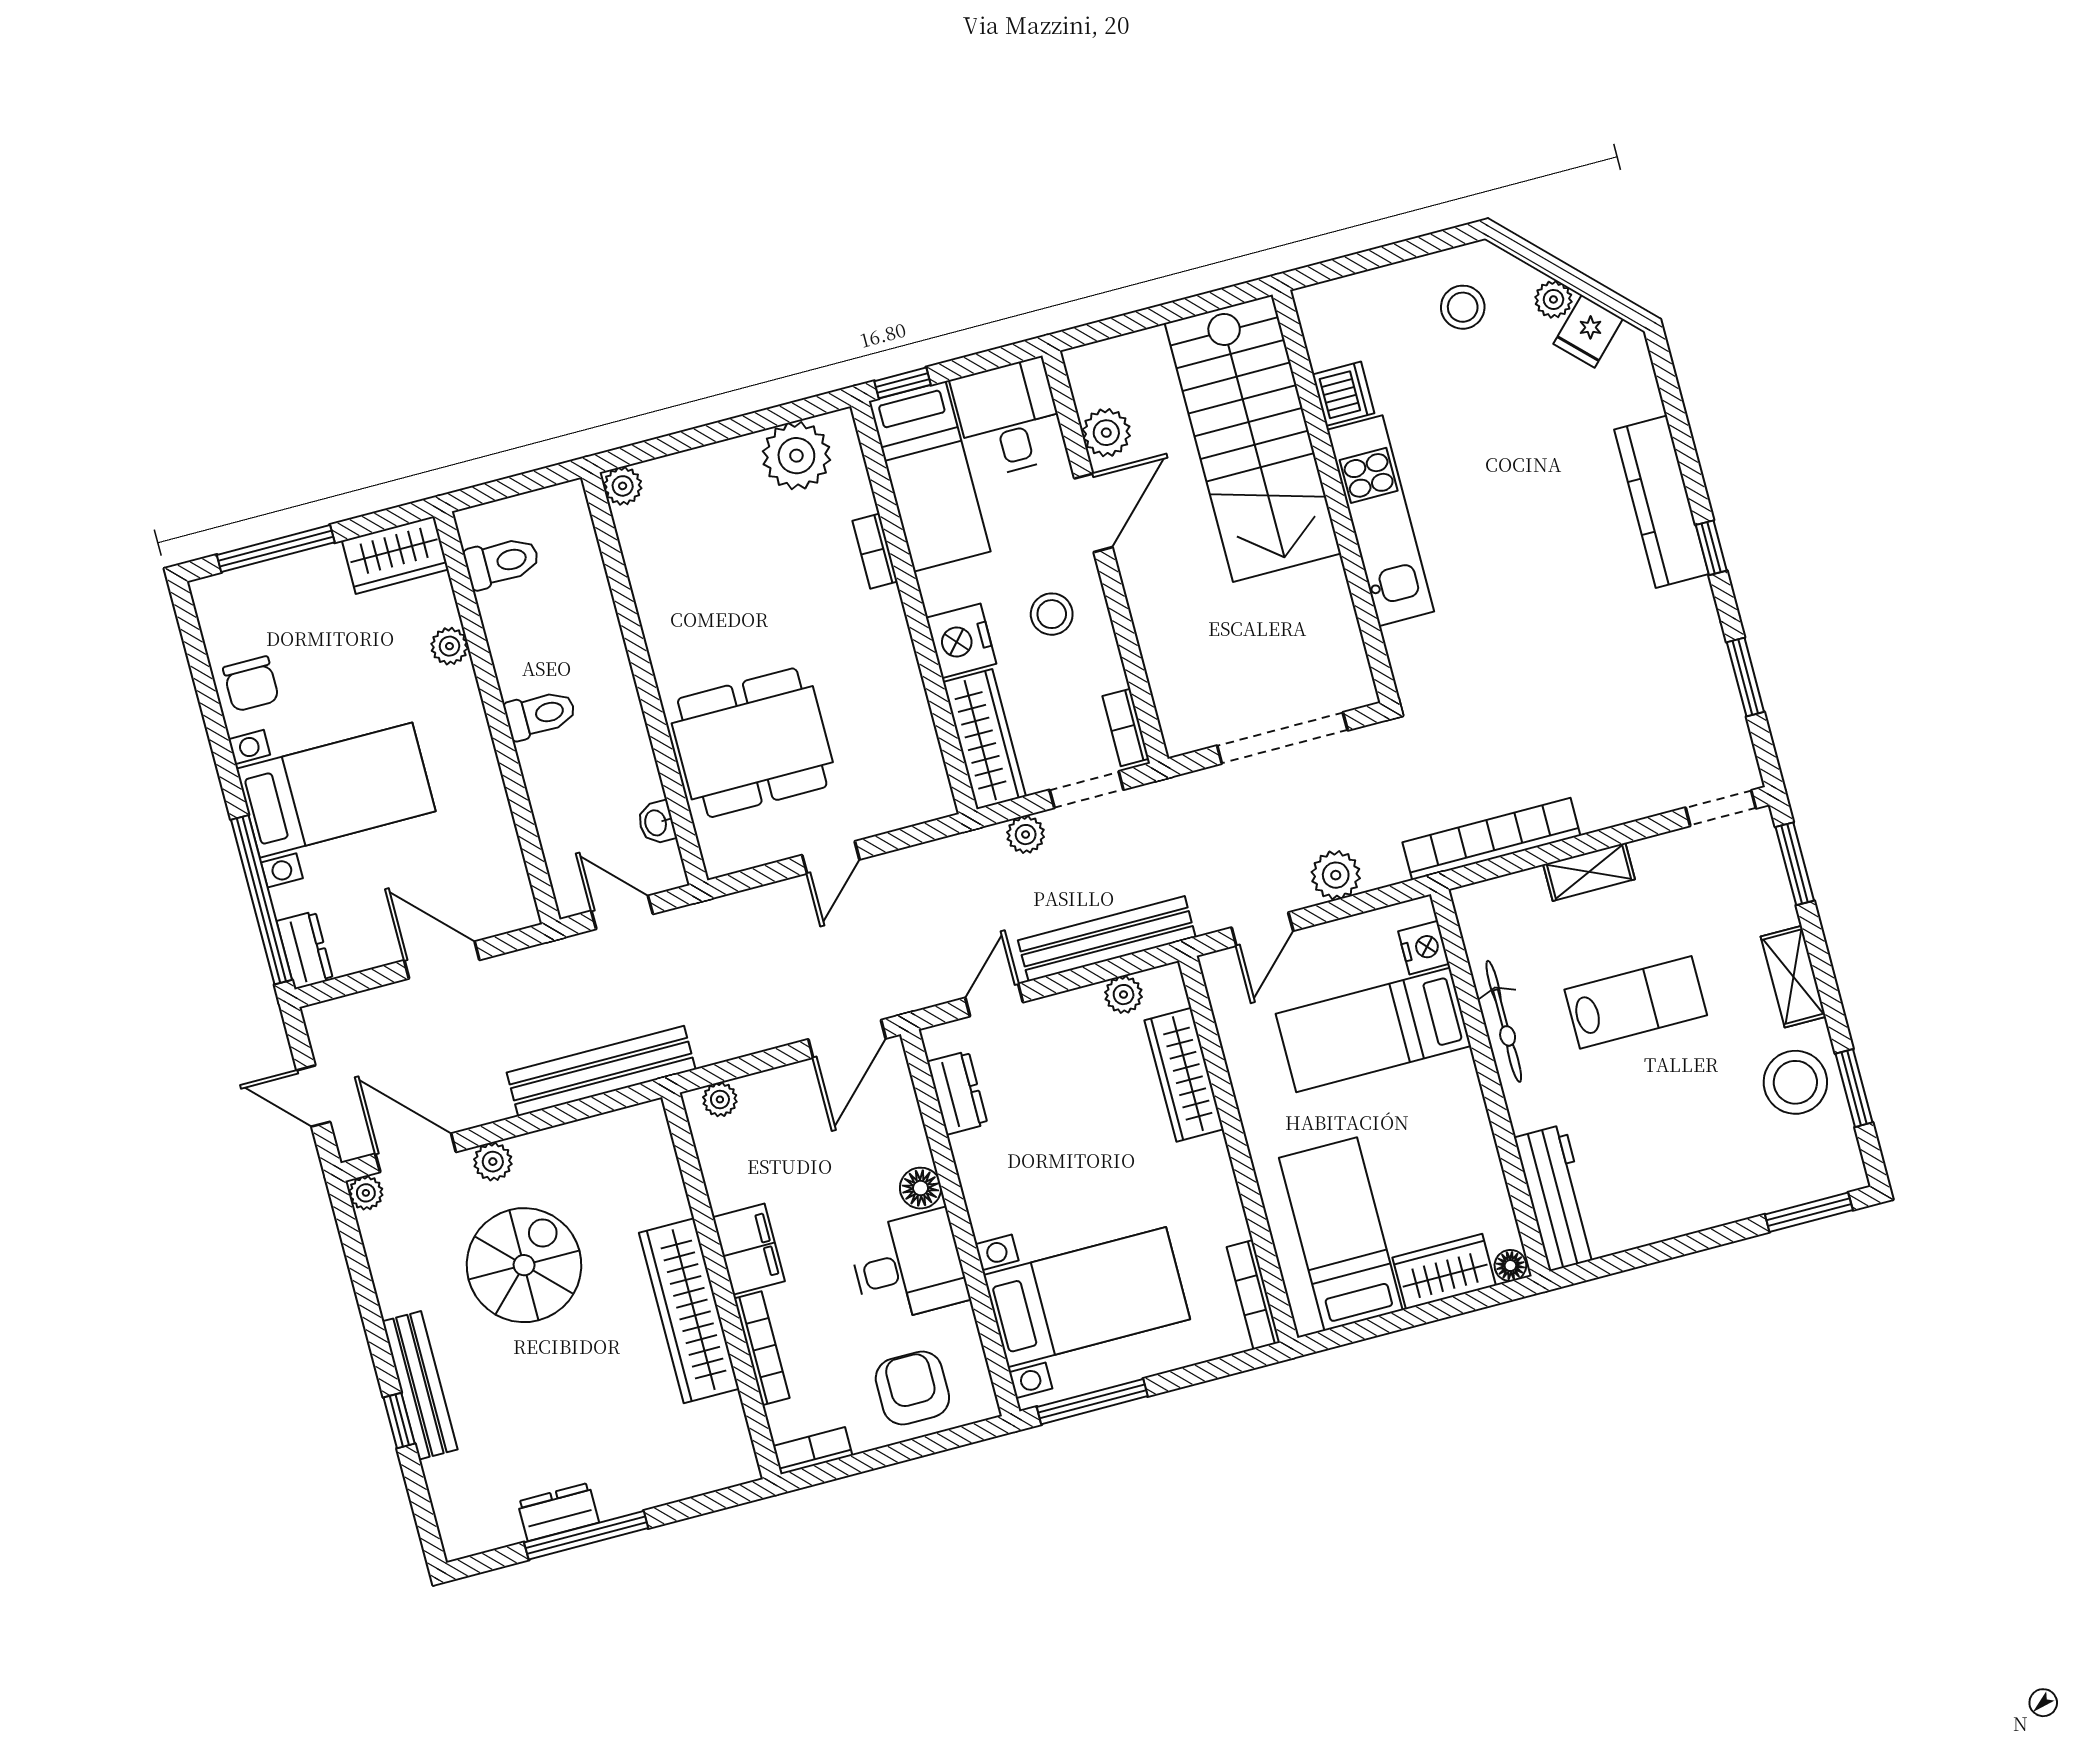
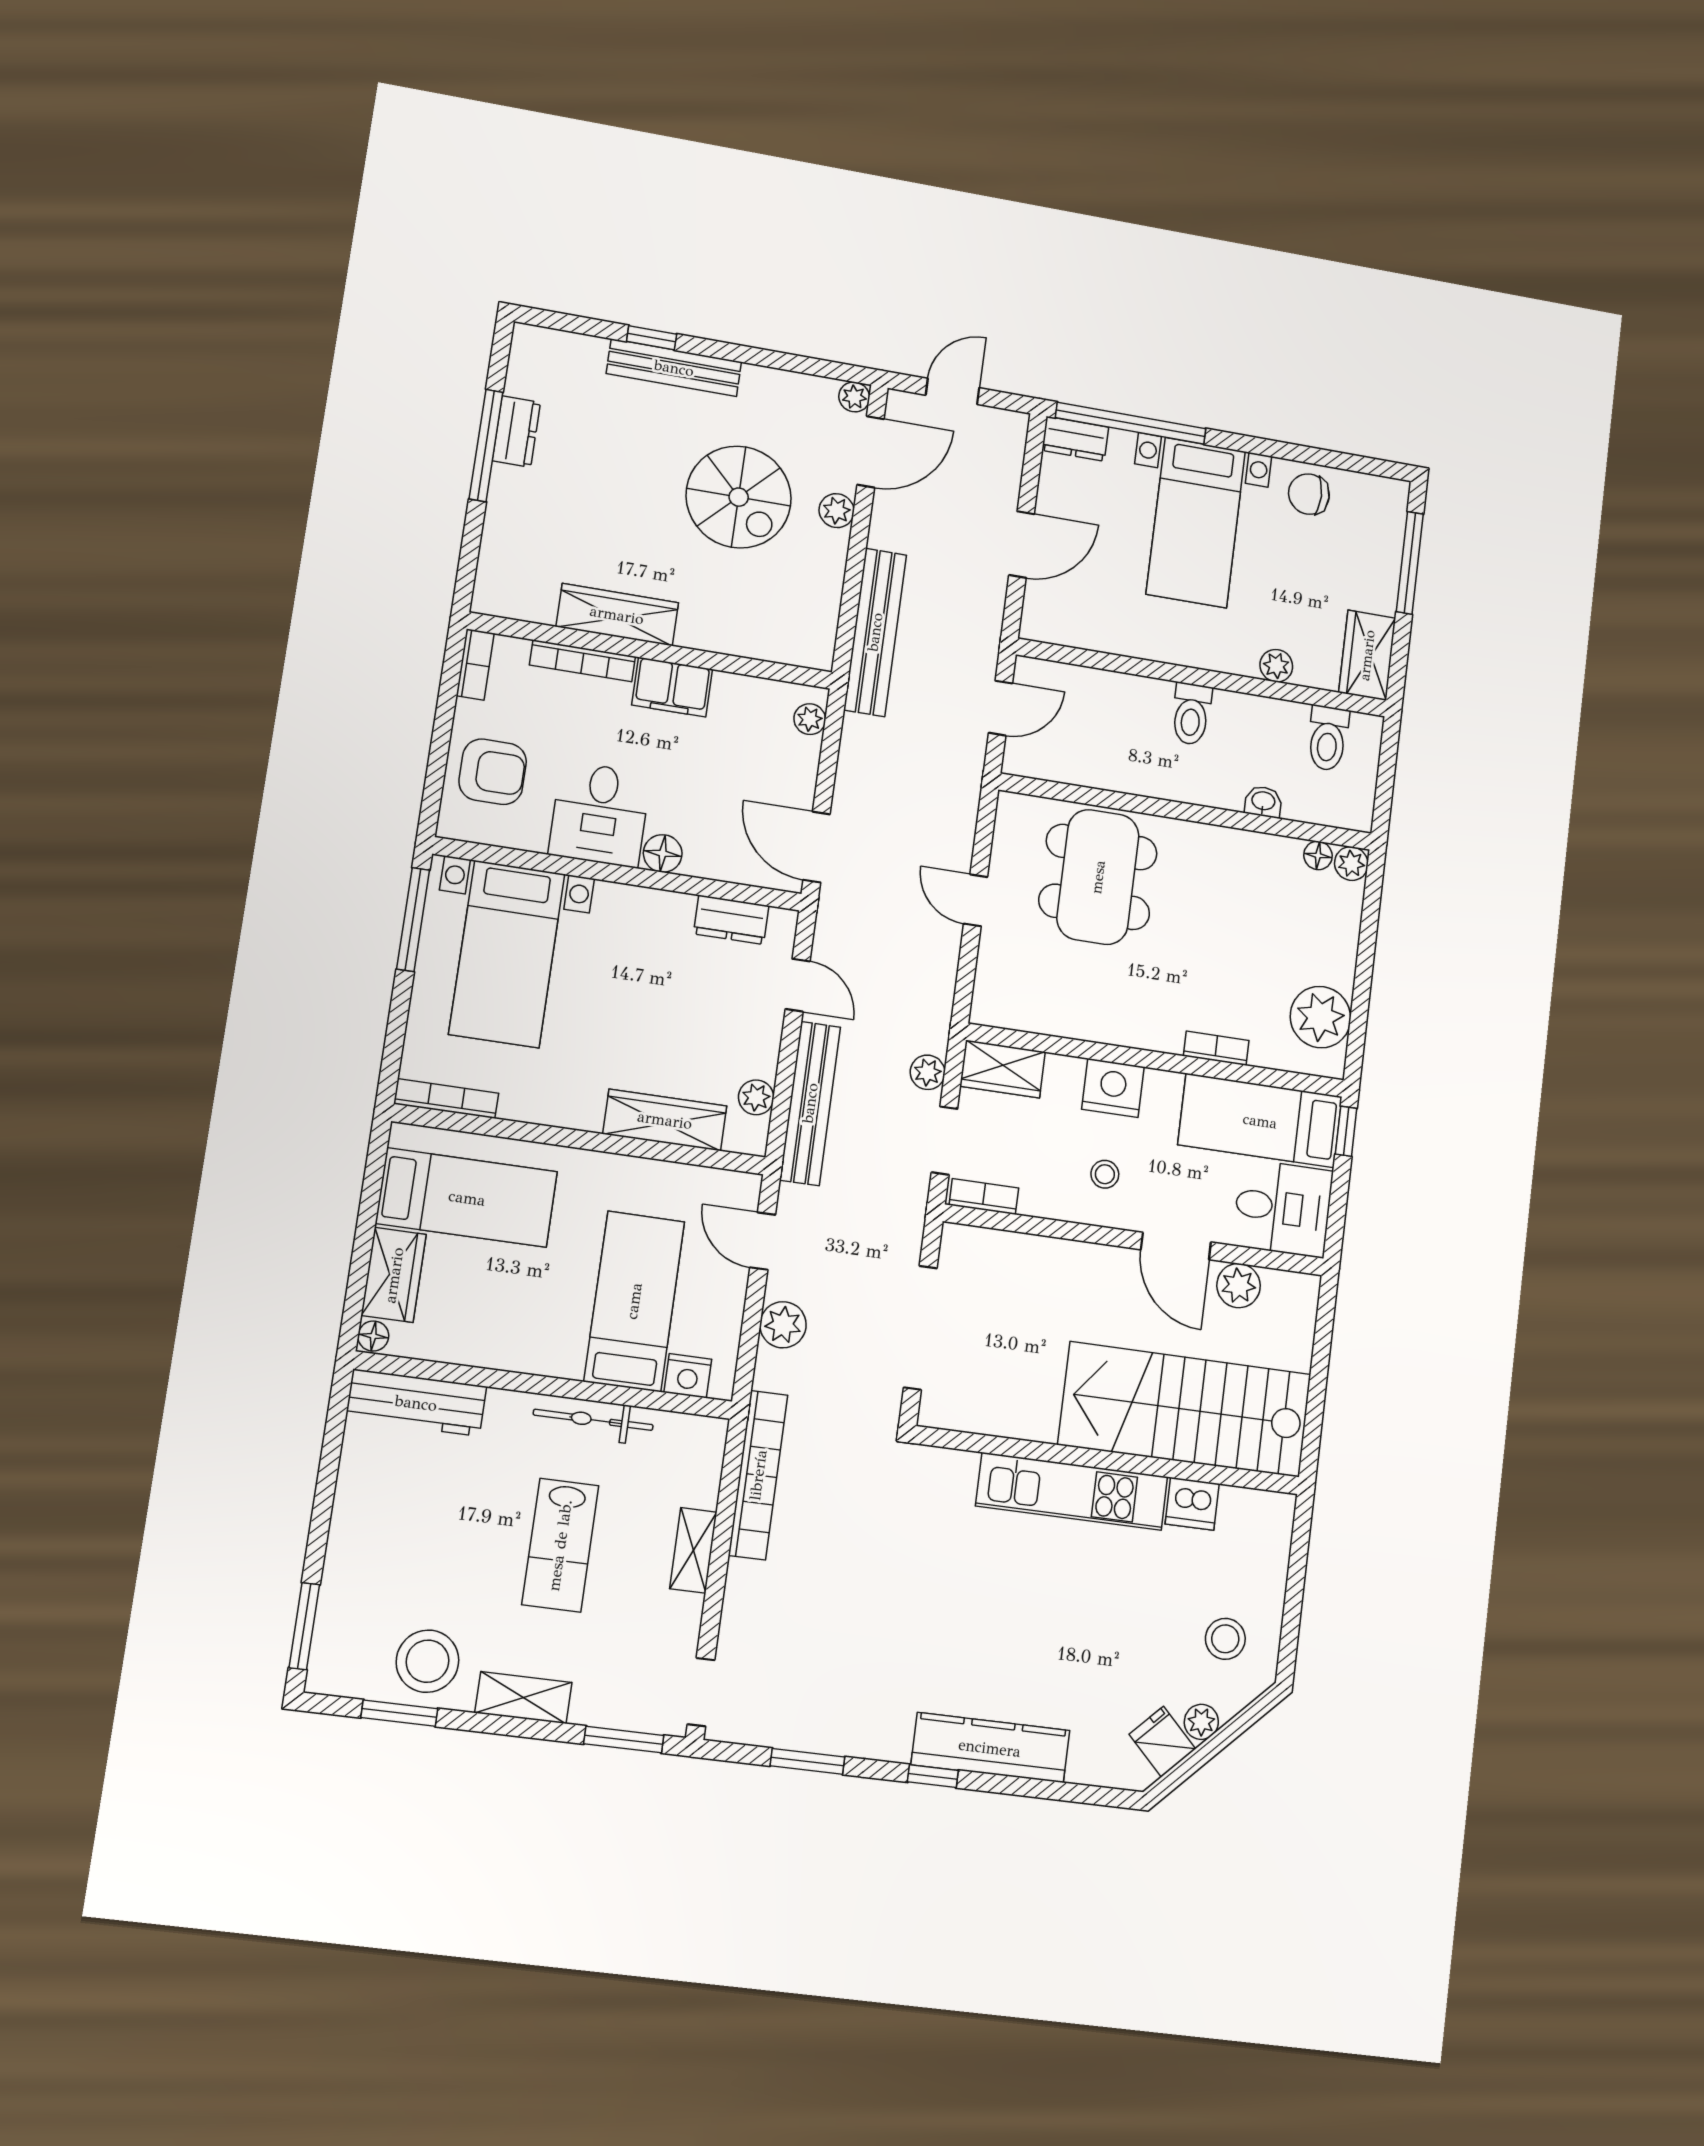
floor lamp: (630, 524) -> (1318, 855), added
stool: (1052, 614) -> (1105, 1174), width x0.73, depth x0.73
wardrobe: (984, 739) -> (1003, 1069), width x0.67
washbasin: (657, 823) -> (1263, 802), moved
wardrobe: (689, 1311) -> (617, 615), width x0.71, depth x0.85

